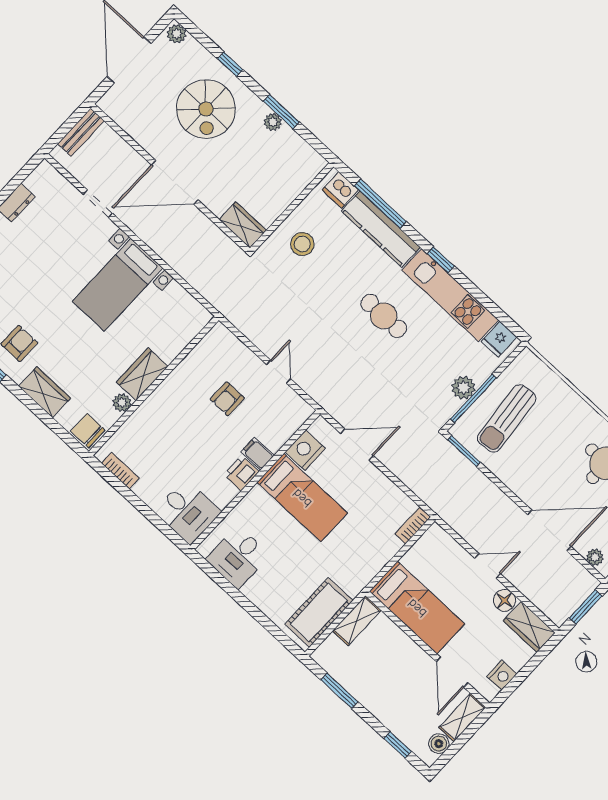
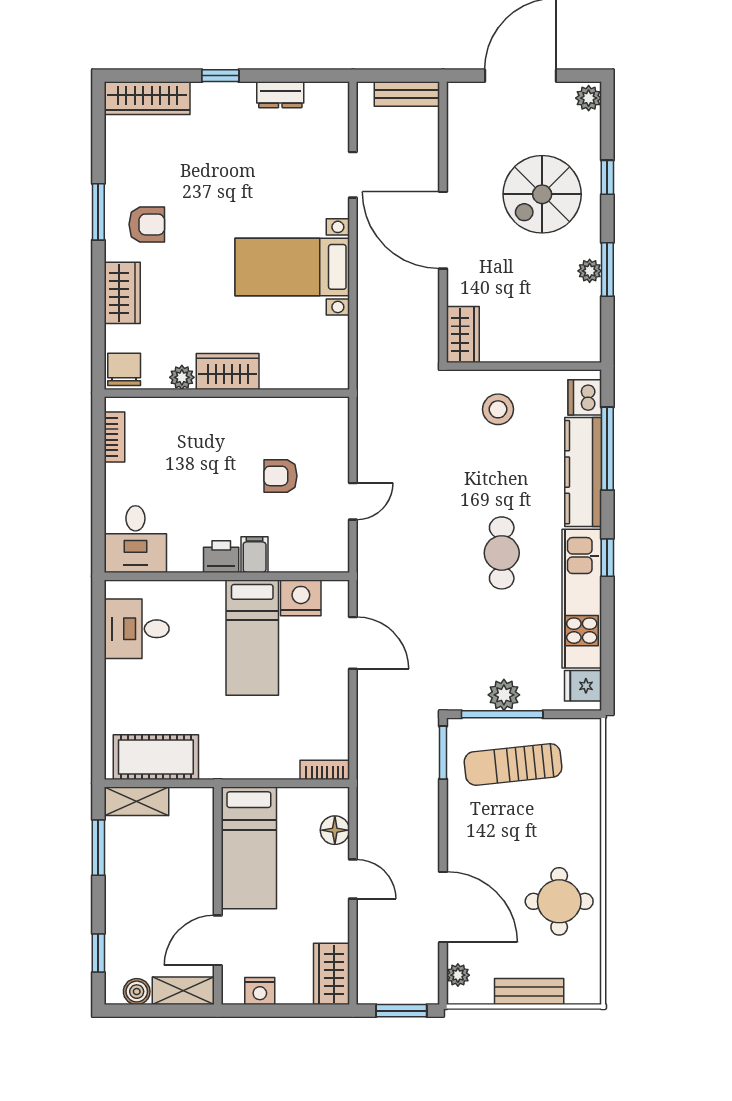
floor lamp: (505, 600) -> (335, 830), moved
shelving: (357, 621) -> (137, 801), moved

